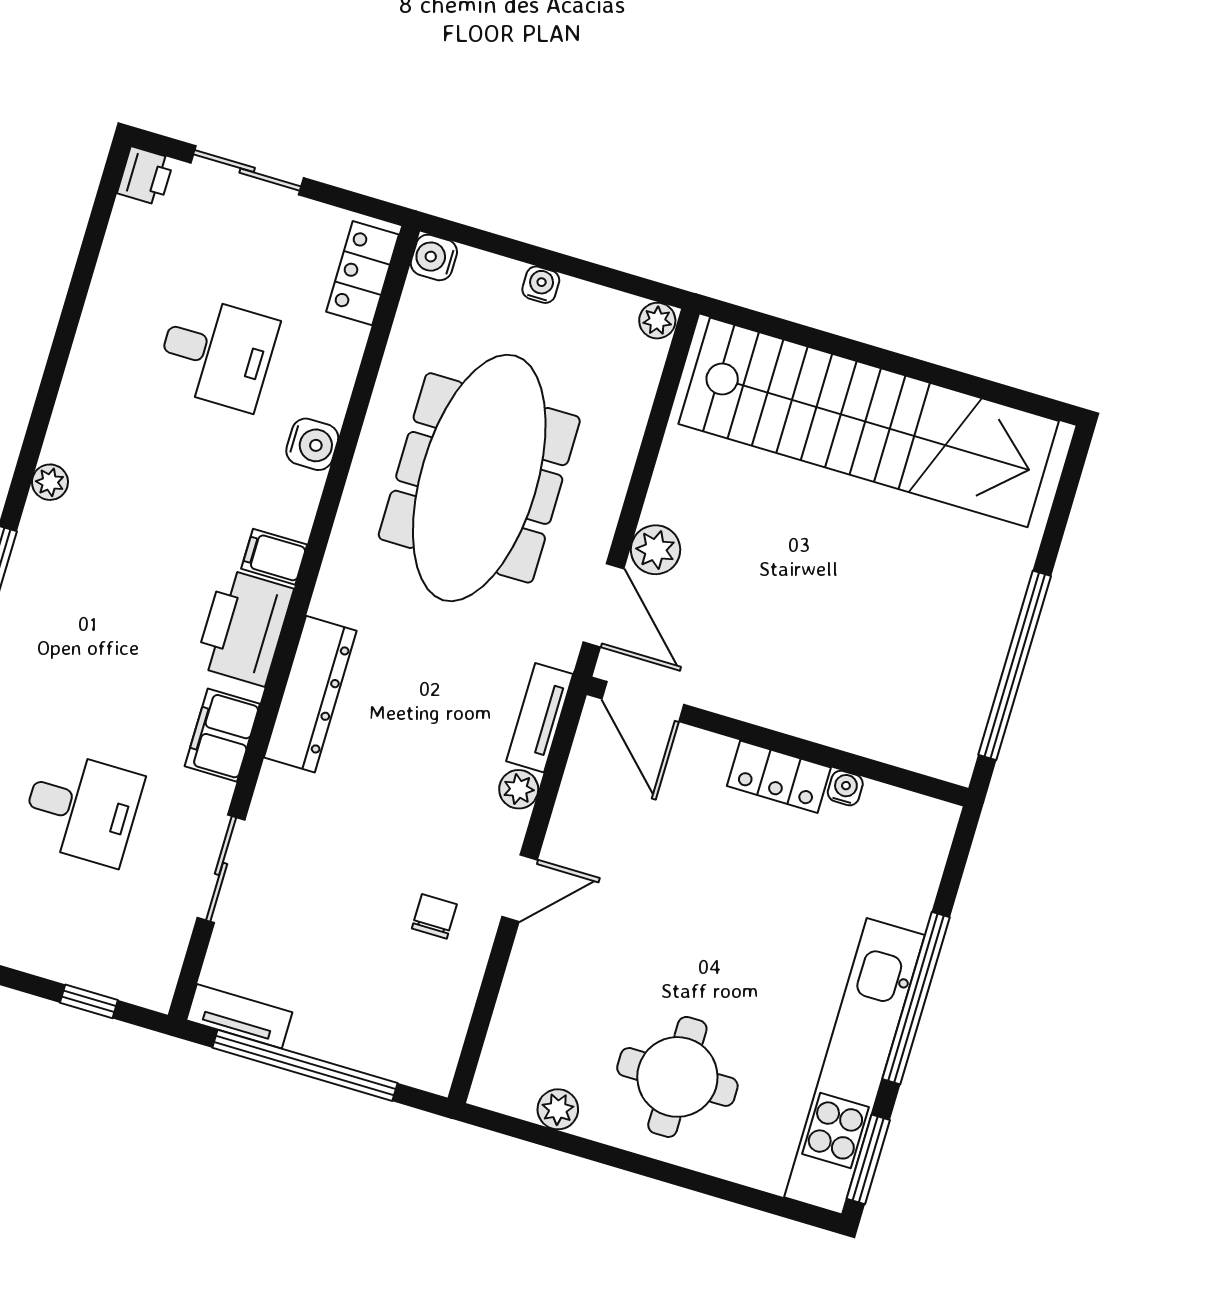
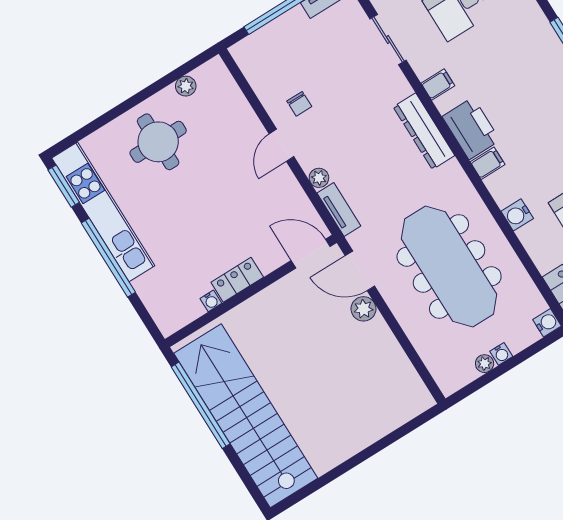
plant: (657, 321) -> (485, 364), moved
stairs: (869, 422) -> (246, 416), moved, turned 90
filing cabinet: (222, 735) -> (438, 84), width x0.50

